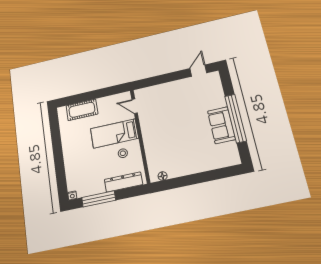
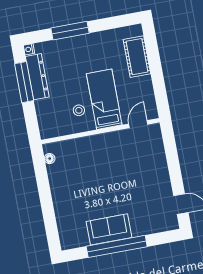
window: (59, 162) -> (70, 31), added
dresser: (123, 182) -> (37, 77), moved

